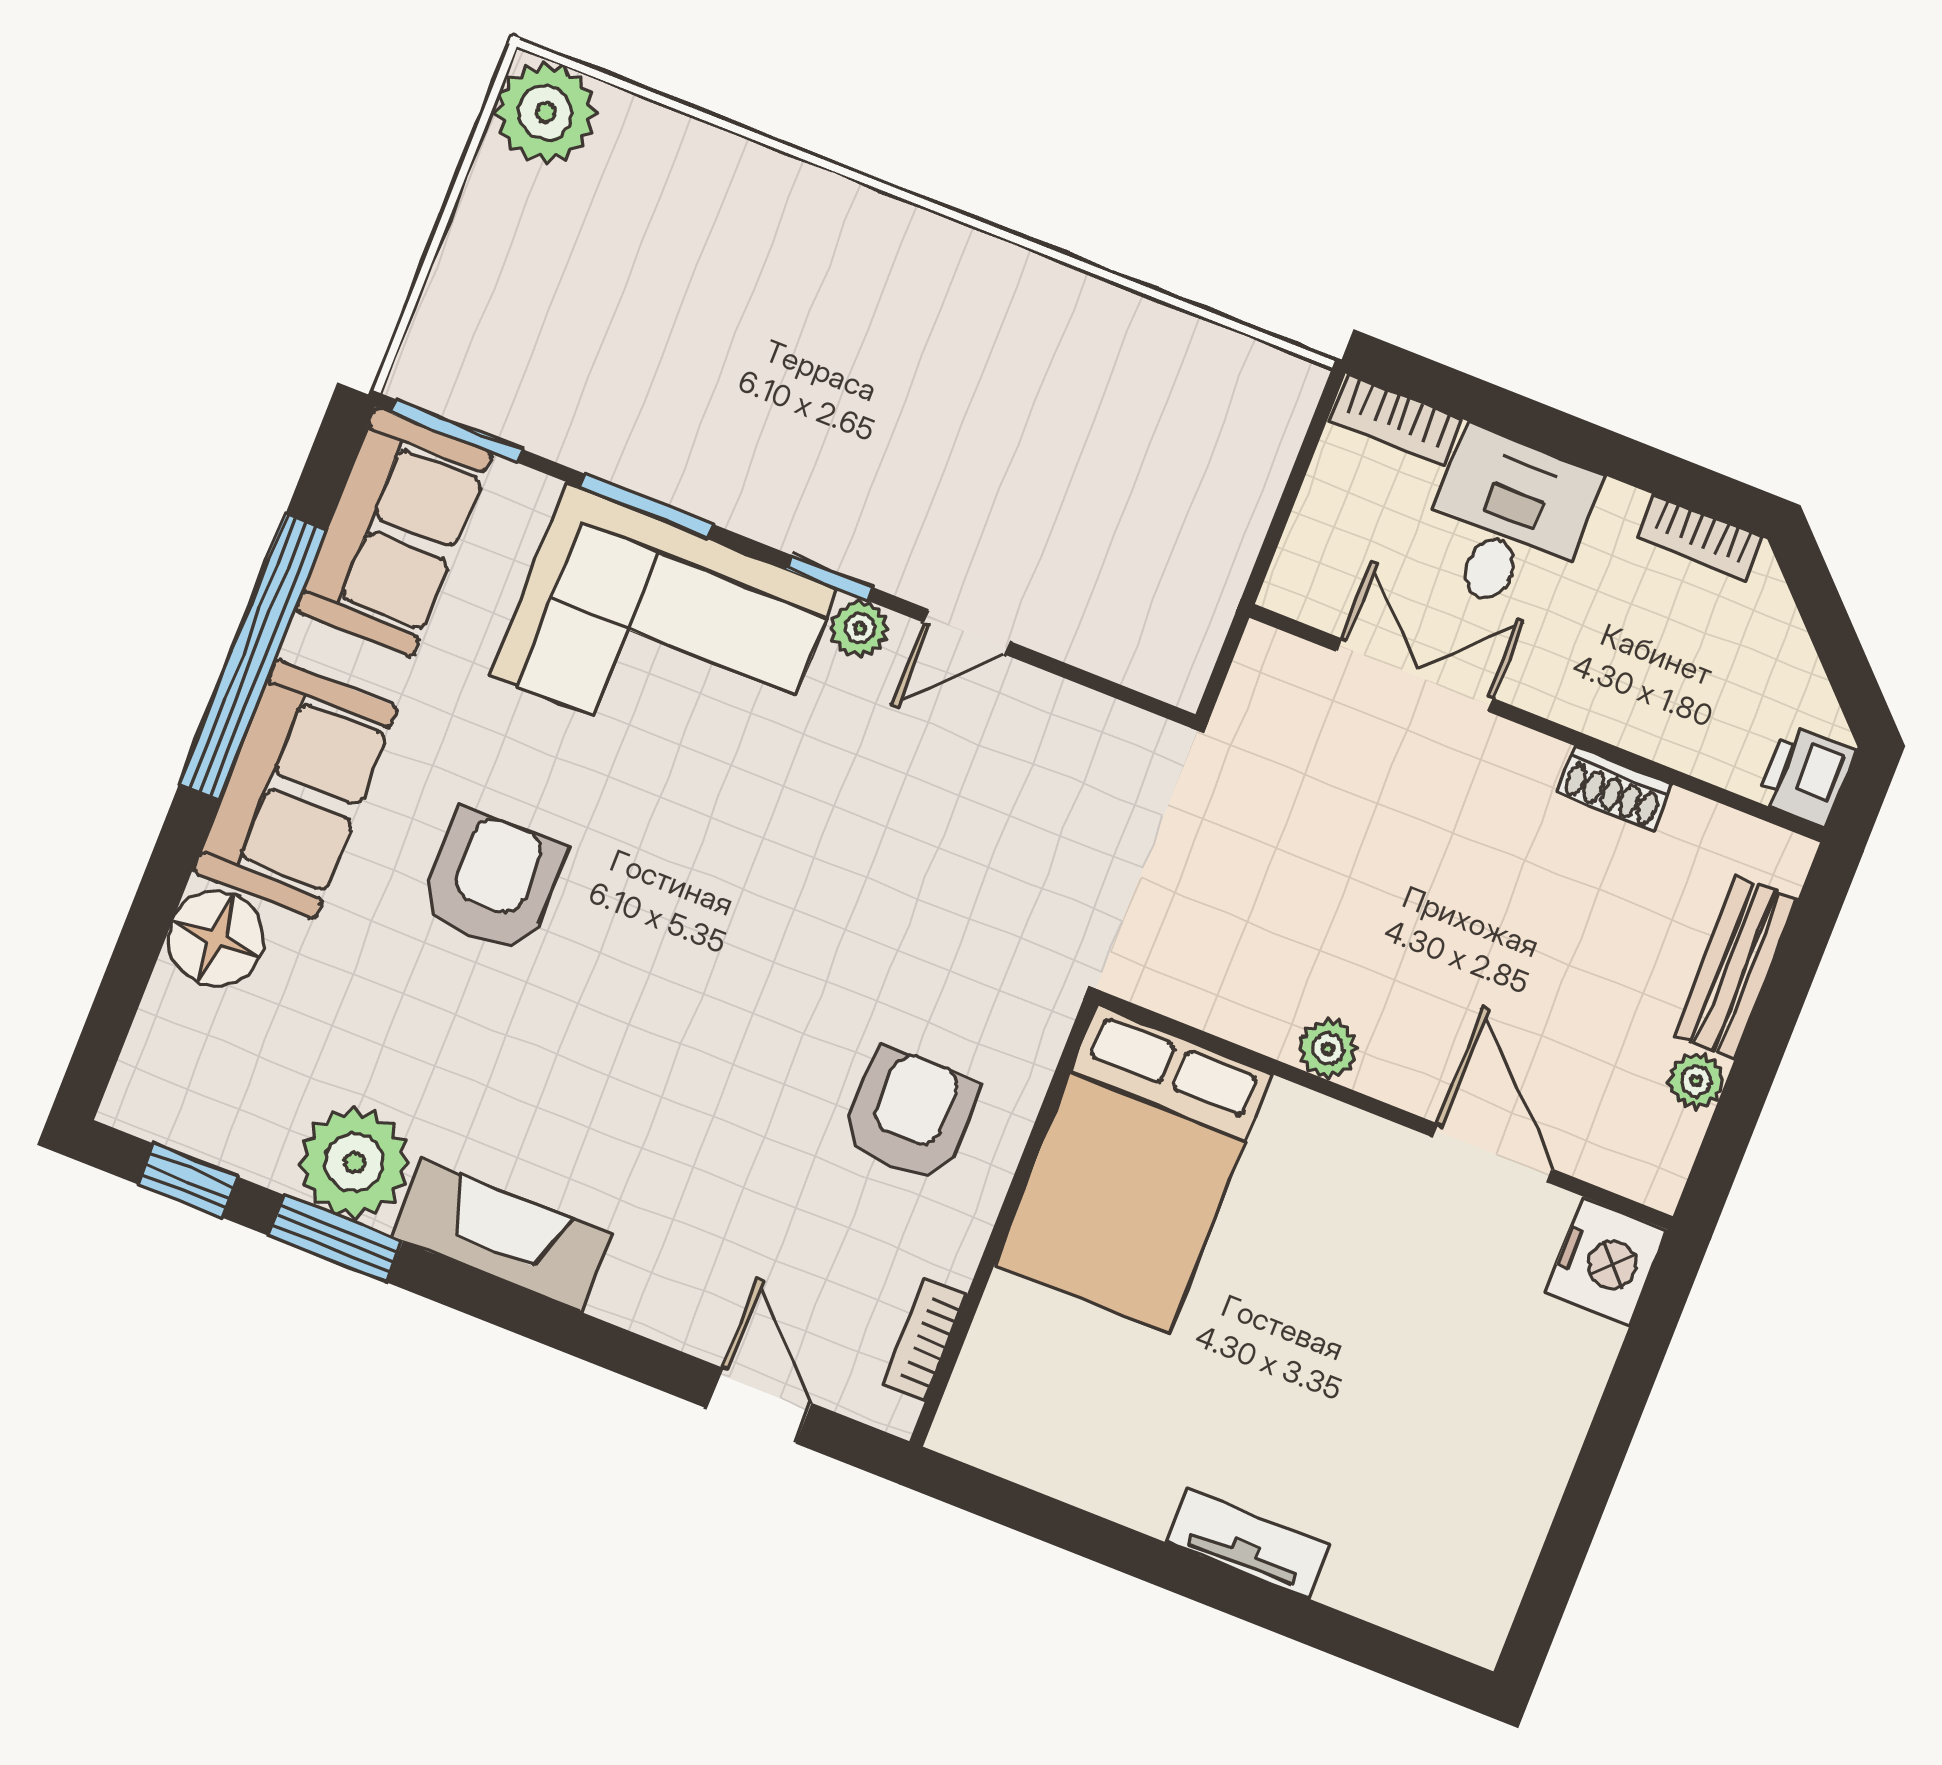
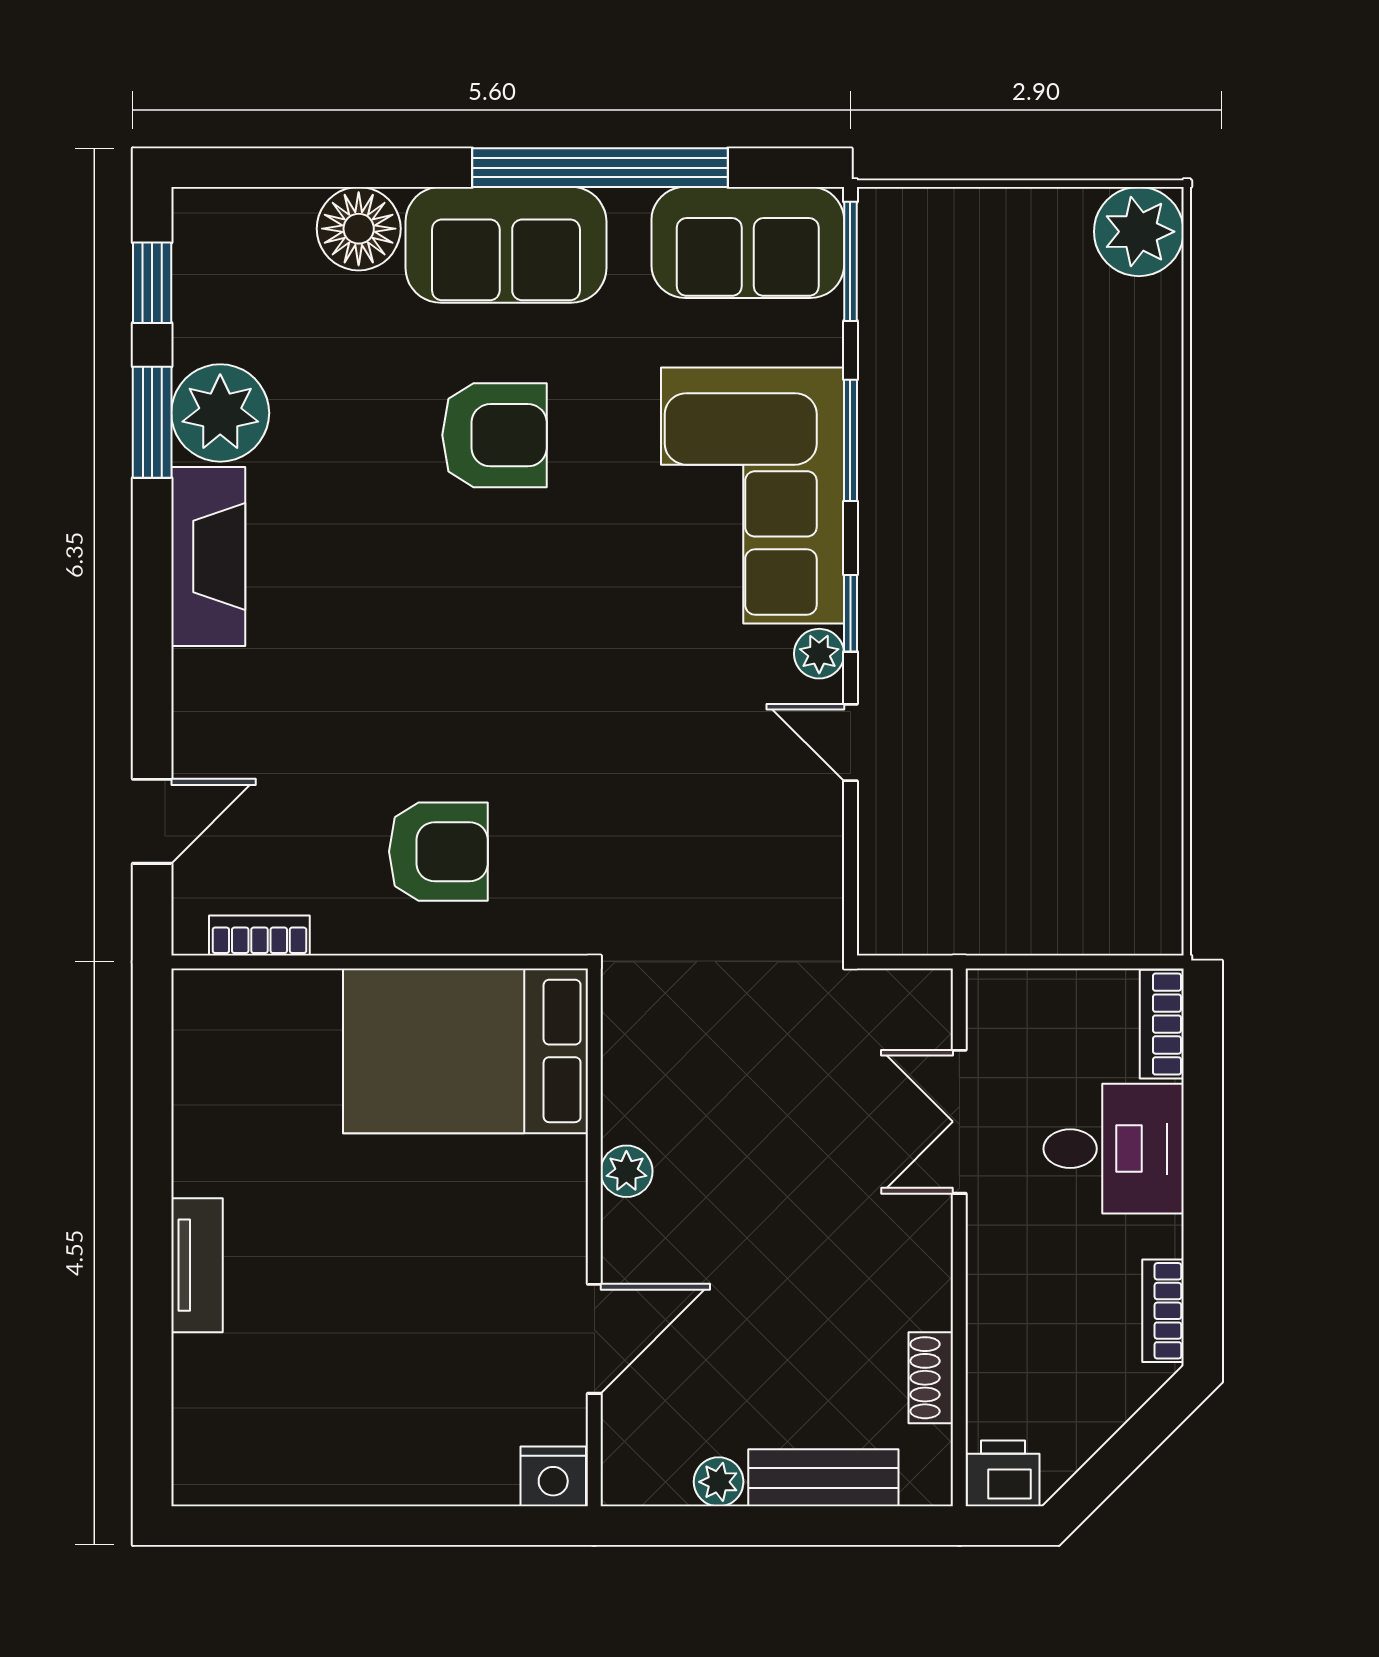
double door: (1415, 675) -> (959, 1122), swing flipped
shoe rack: (1614, 788) -> (931, 1378), moved
nightstand: (1606, 1262) -> (553, 1476), width x0.74, depth x0.75

